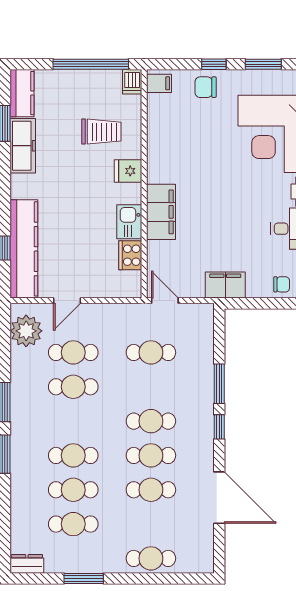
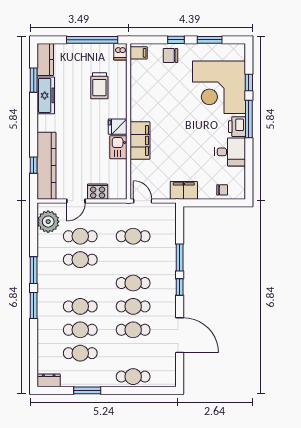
trolley: (101, 132) -> (99, 86), turned 90
fridge: (128, 171) -> (118, 127), moved
cooker: (130, 255) -> (98, 192), moved, turned 90

